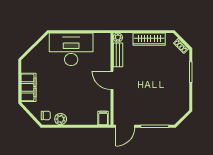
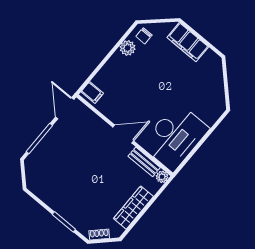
desk: (71, 49) -> (175, 137), moved

